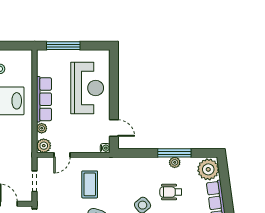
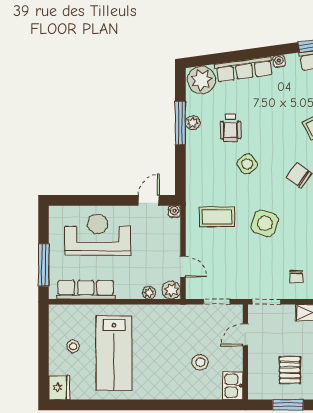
row of seats: (44, 99) -> (86, 290), moved
coffee table: (90, 184) -> (217, 217), moved

